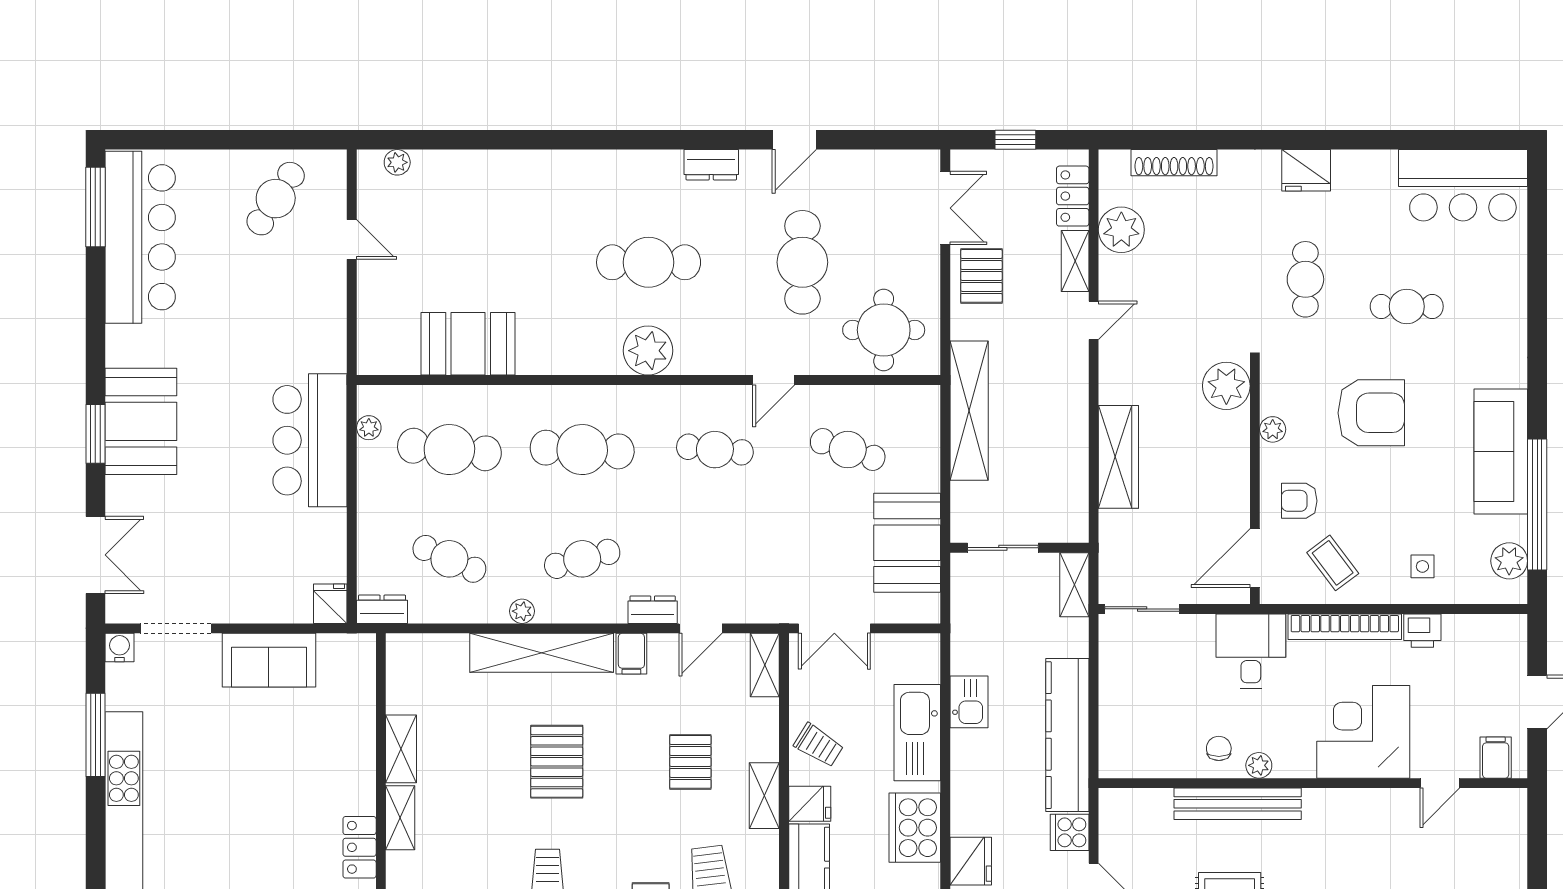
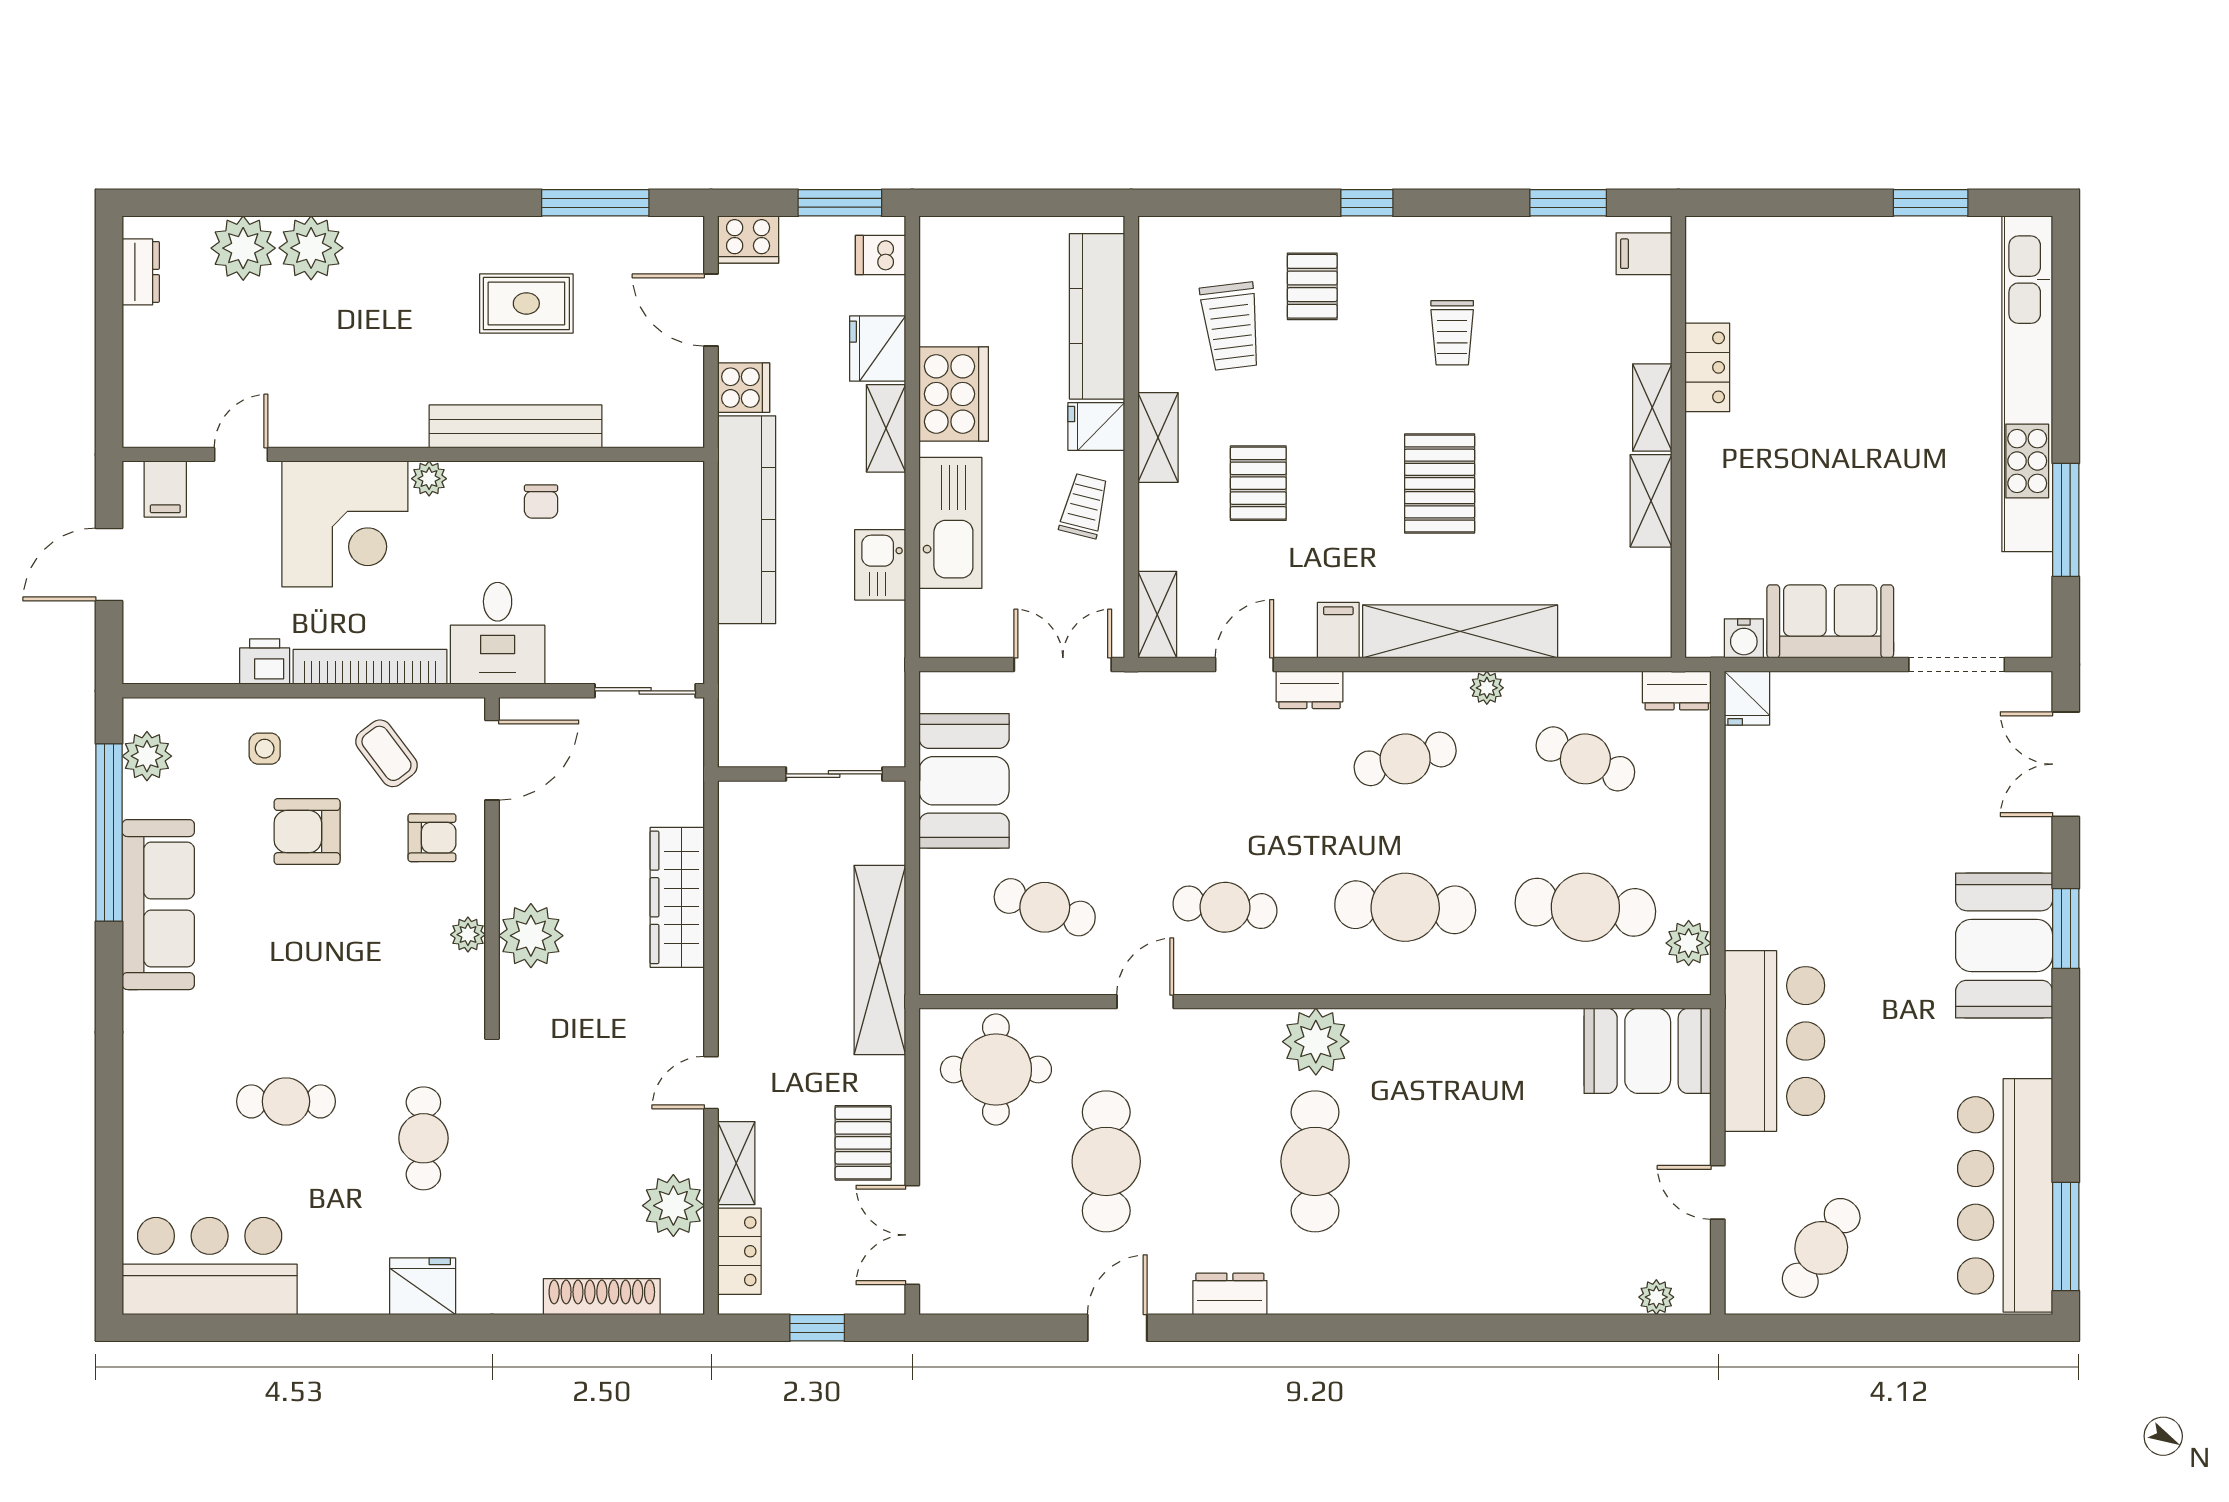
cafe table: (649, 262) -> (1315, 1161), turned 90
booth: (468, 344) -> (1648, 1051), moved
plant: (1226, 386) -> (531, 936), moved
armchair: (1371, 413) -> (307, 832), moved, width x0.73, depth x0.73
plant: (369, 428) -> (1689, 943), width x1.38, depth x1.38
bar counter: (310, 440) -> (1775, 1041), moved
shelving: (1074, 585) -> (886, 428), moved
water cooler: (120, 648) -> (1744, 638), moved
trolley: (819, 745) -> (1084, 506), turned 72
plant: (1259, 765) -> (429, 479), moved

